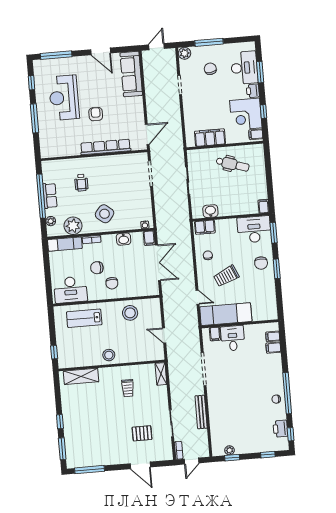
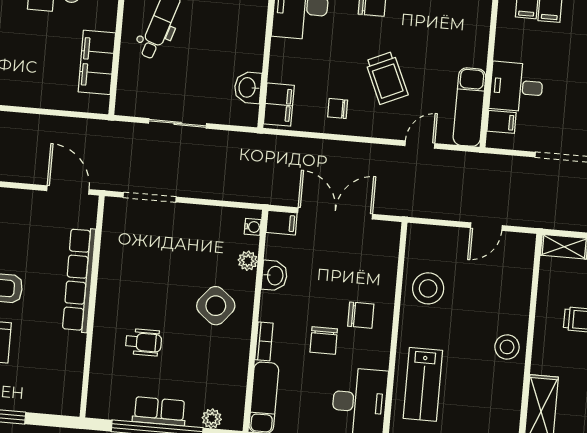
plant: (73, 226) -> (248, 261), moved, width x0.53, depth x0.53
exam couch: (226, 314) -> (469, 107), width x0.73, depth x0.69

